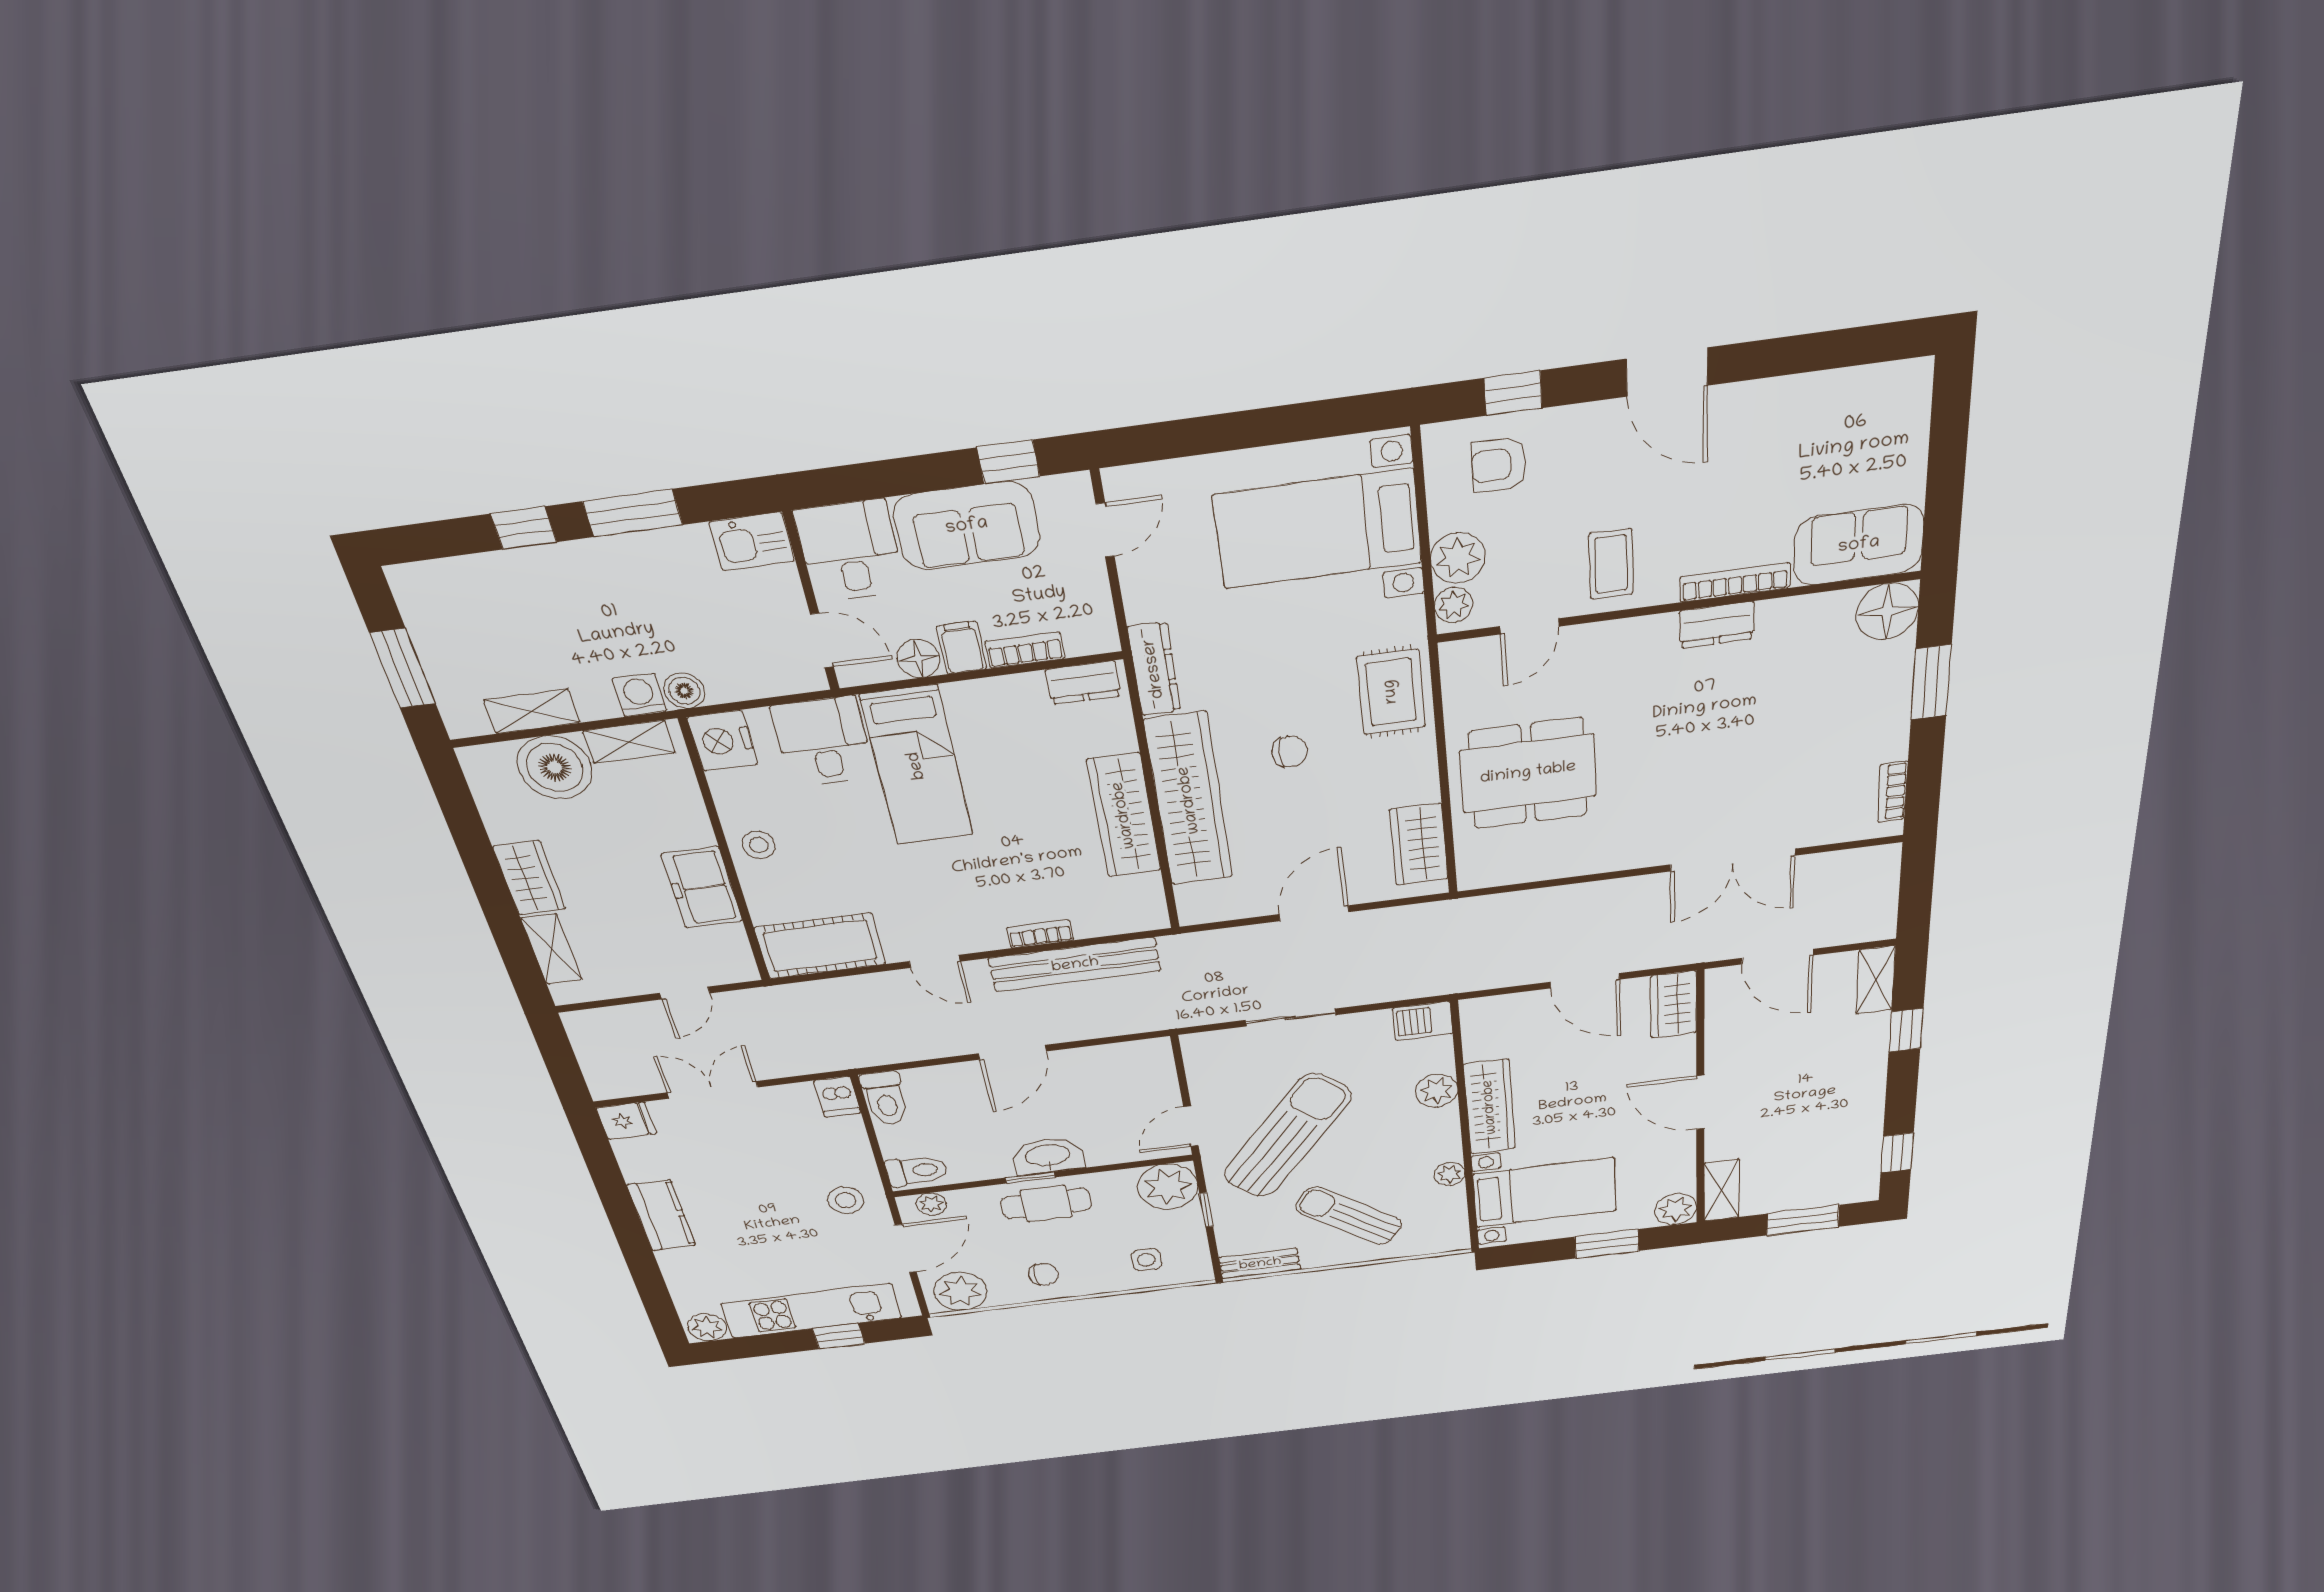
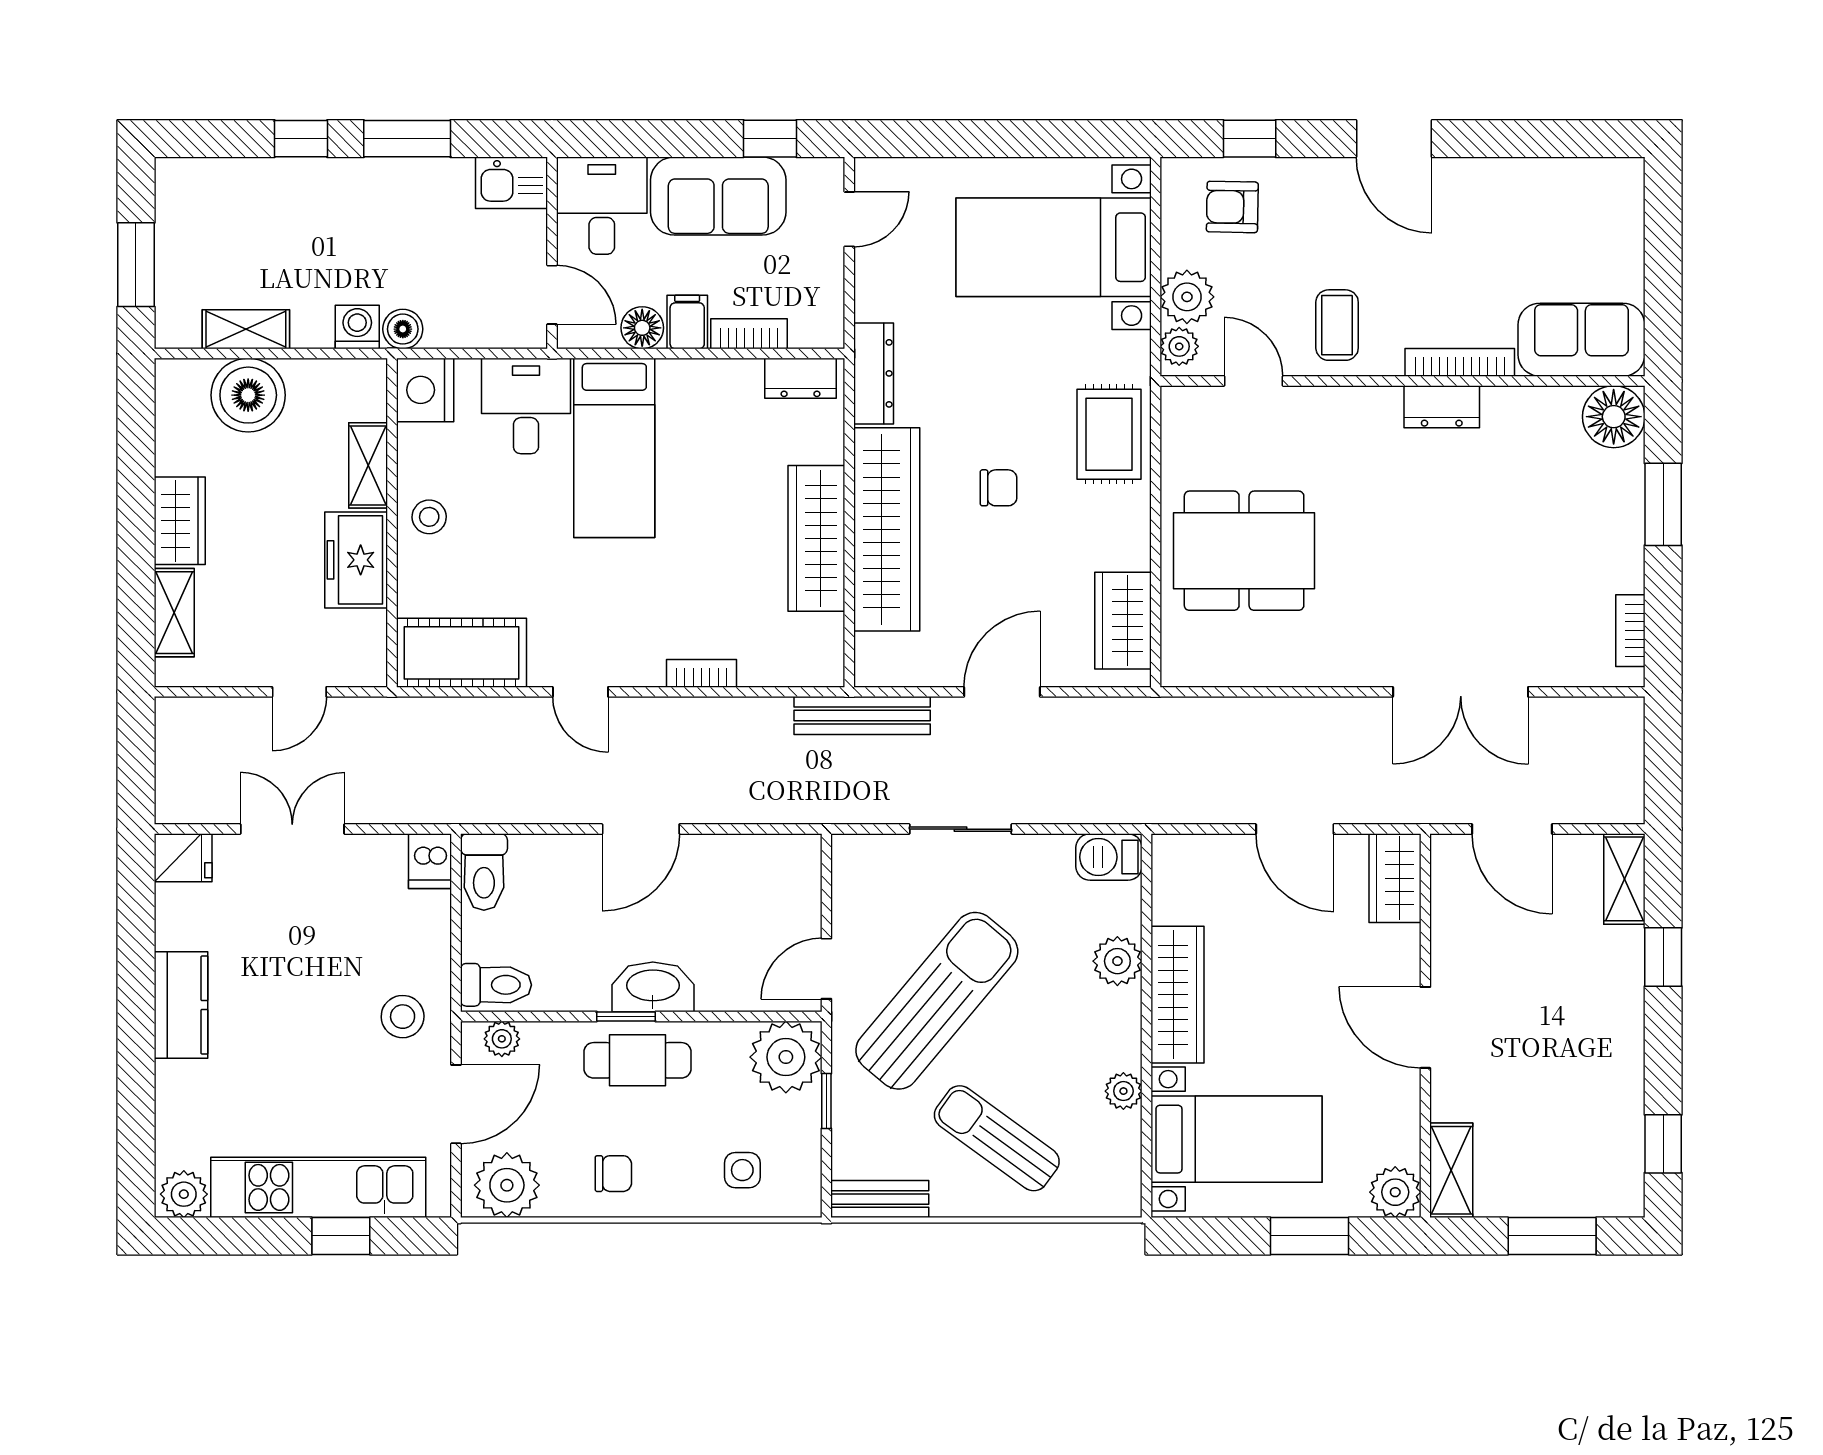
door: (1529, 626) -> (1253, 381), swing flipped
shelving: (629, 742) -> (368, 465), moved, turned 90
bench: (1075, 965) -> (862, 715), moved, width x0.73, depth x0.82

